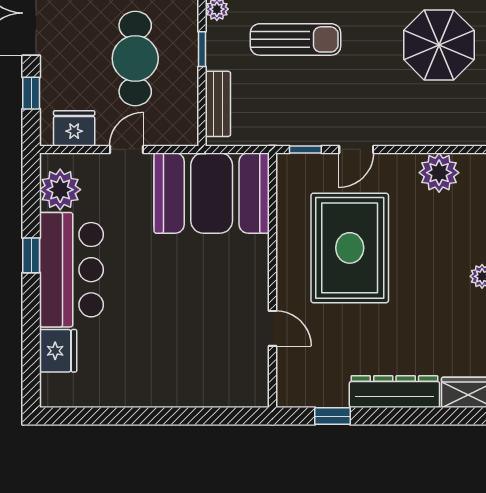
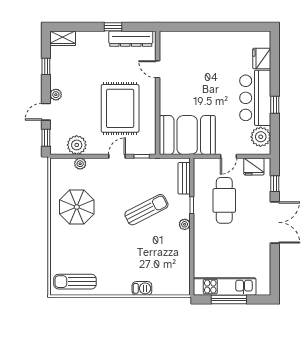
sun lounger: (295, 39) -> (146, 210), turned 153
plant: (432, 134) -> (80, 164), added
dresser: (394, 392) -> (131, 39), moved
window: (332, 416) -> (113, 27), moved

